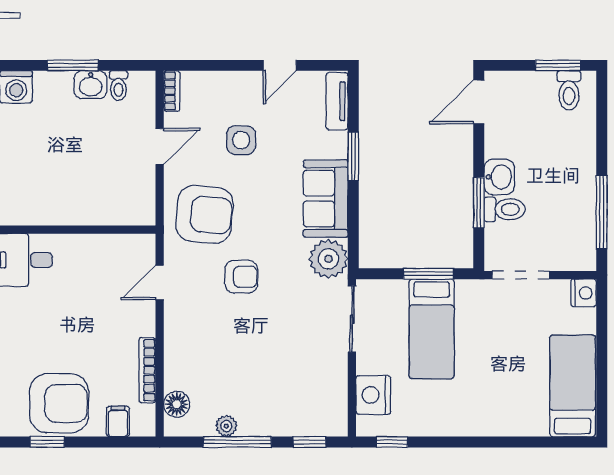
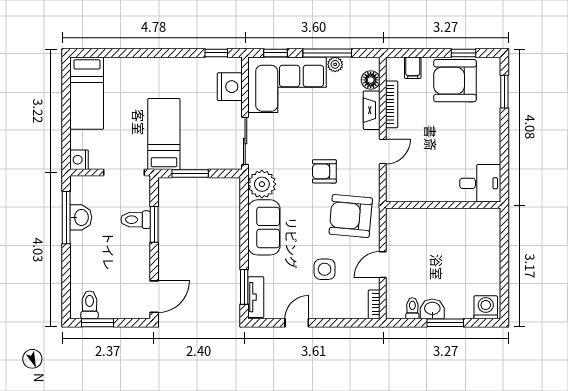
window: (353, 156) -> (244, 287), moved
washbasin: (499, 177) -> (81, 217), moved, turned 180
door: (160, 282) -> (383, 152), moved
bed: (432, 329) -> (164, 134), moved
fireplace: (175, 362) -> (372, 110), added
corner sofa: (293, 398) -> (287, 85), added

